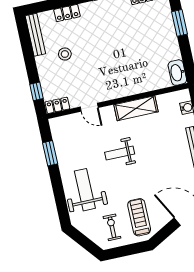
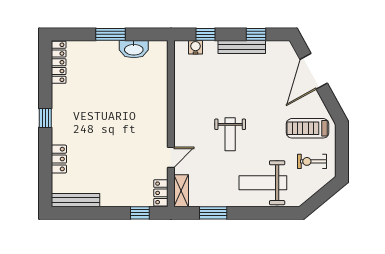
window: (180, 23) -> (110, 34), moved
stool: (65, 54) -> (105, 172), removed
washbasin: (177, 73) -> (134, 49), moved
shelving: (136, 108) -> (181, 191), moved, width x0.67, depth x0.75

